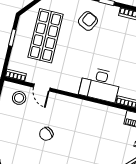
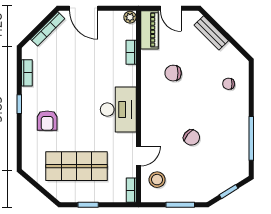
armchair: (88, 21) -> (47, 121), turned -117
desk: (100, 84) -> (118, 110), moved
chair: (102, 132) -> (173, 73), added

